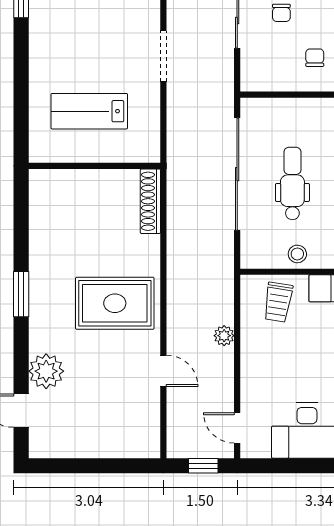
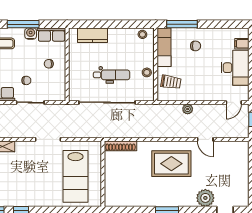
lab bench: (89, 111) -> (75, 176), width x1.36, depth x1.39
dental chair: (292, 183) -> (112, 75), turned 180
rug: (115, 303) -> (171, 164), turned 90
door: (163, 371) -> (205, 139), swing flipped

